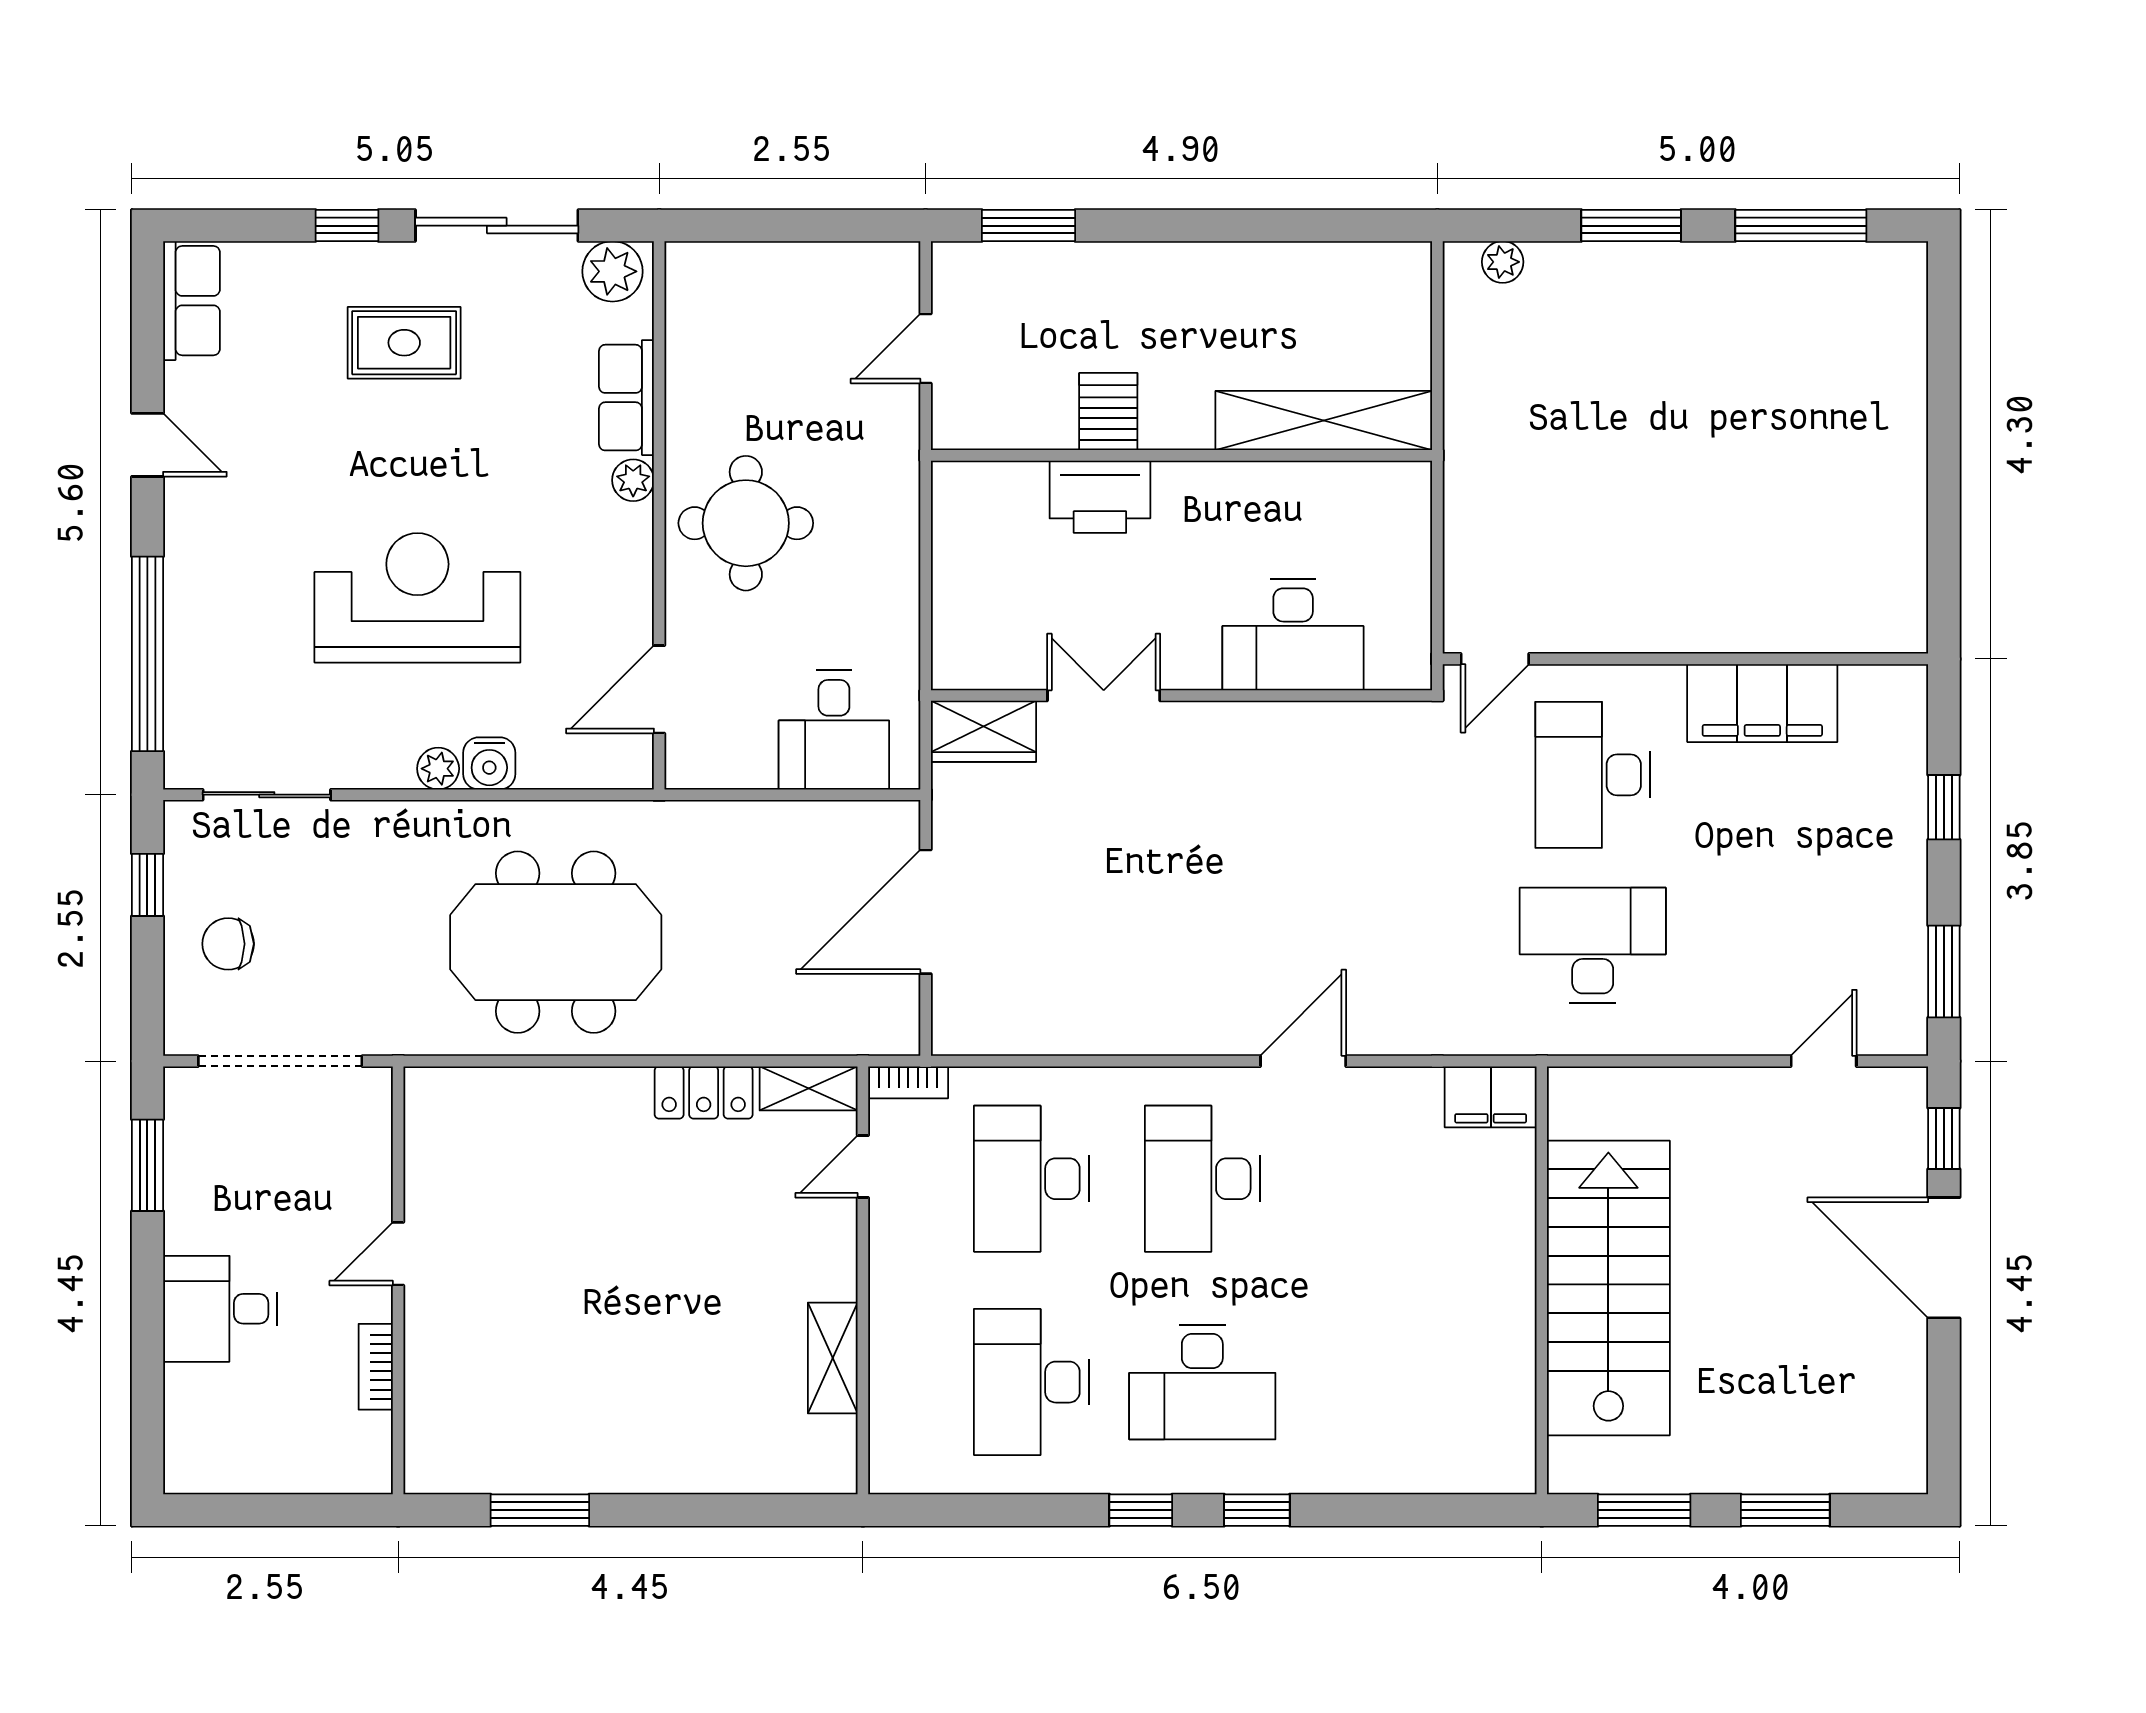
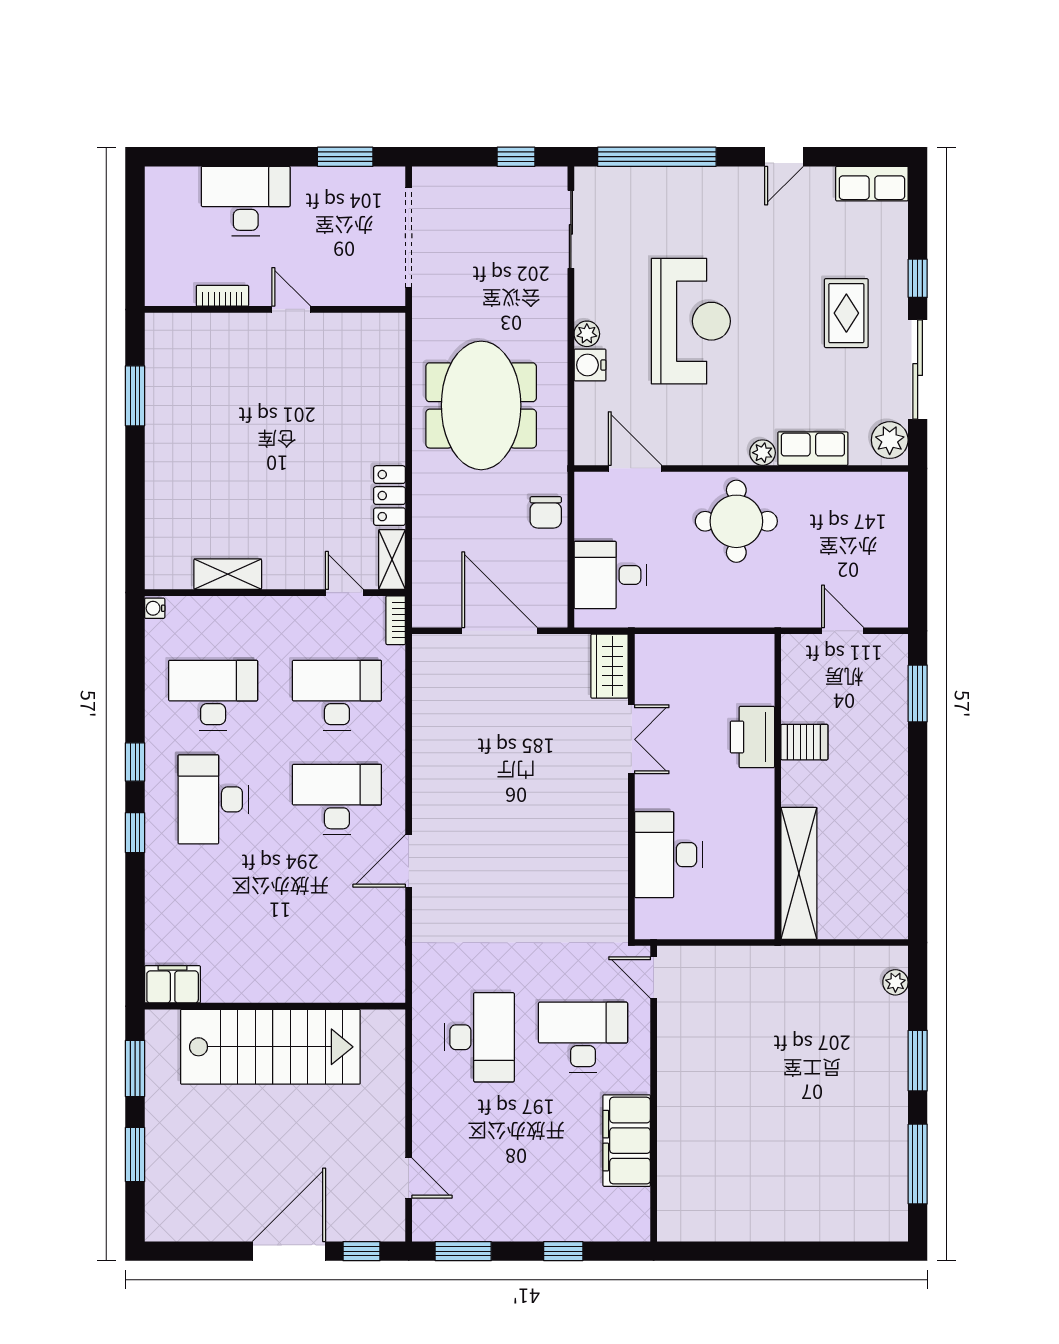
chair: (228, 944) -> (546, 512), moved, turned 180
door: (1303, 1061) -> (409, 861), swing flipped
filing cabinet: (1491, 1097) -> (173, 984), moved, turned 90
desk: (220, 1309) -> (246, 201), width x1.37
water cooler: (889, 1478) -> (155, 608), added

